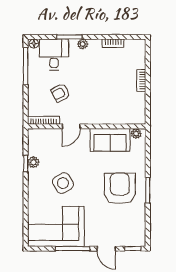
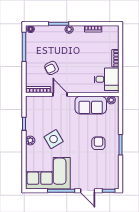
desk: (54, 54) -> (107, 79), moved, turned 90
door: (71, 126) -> (60, 94), swing flipped
plant: (33, 162) -> (30, 140), moved
armchair: (120, 188) -> (98, 143), width x0.53, depth x0.53

